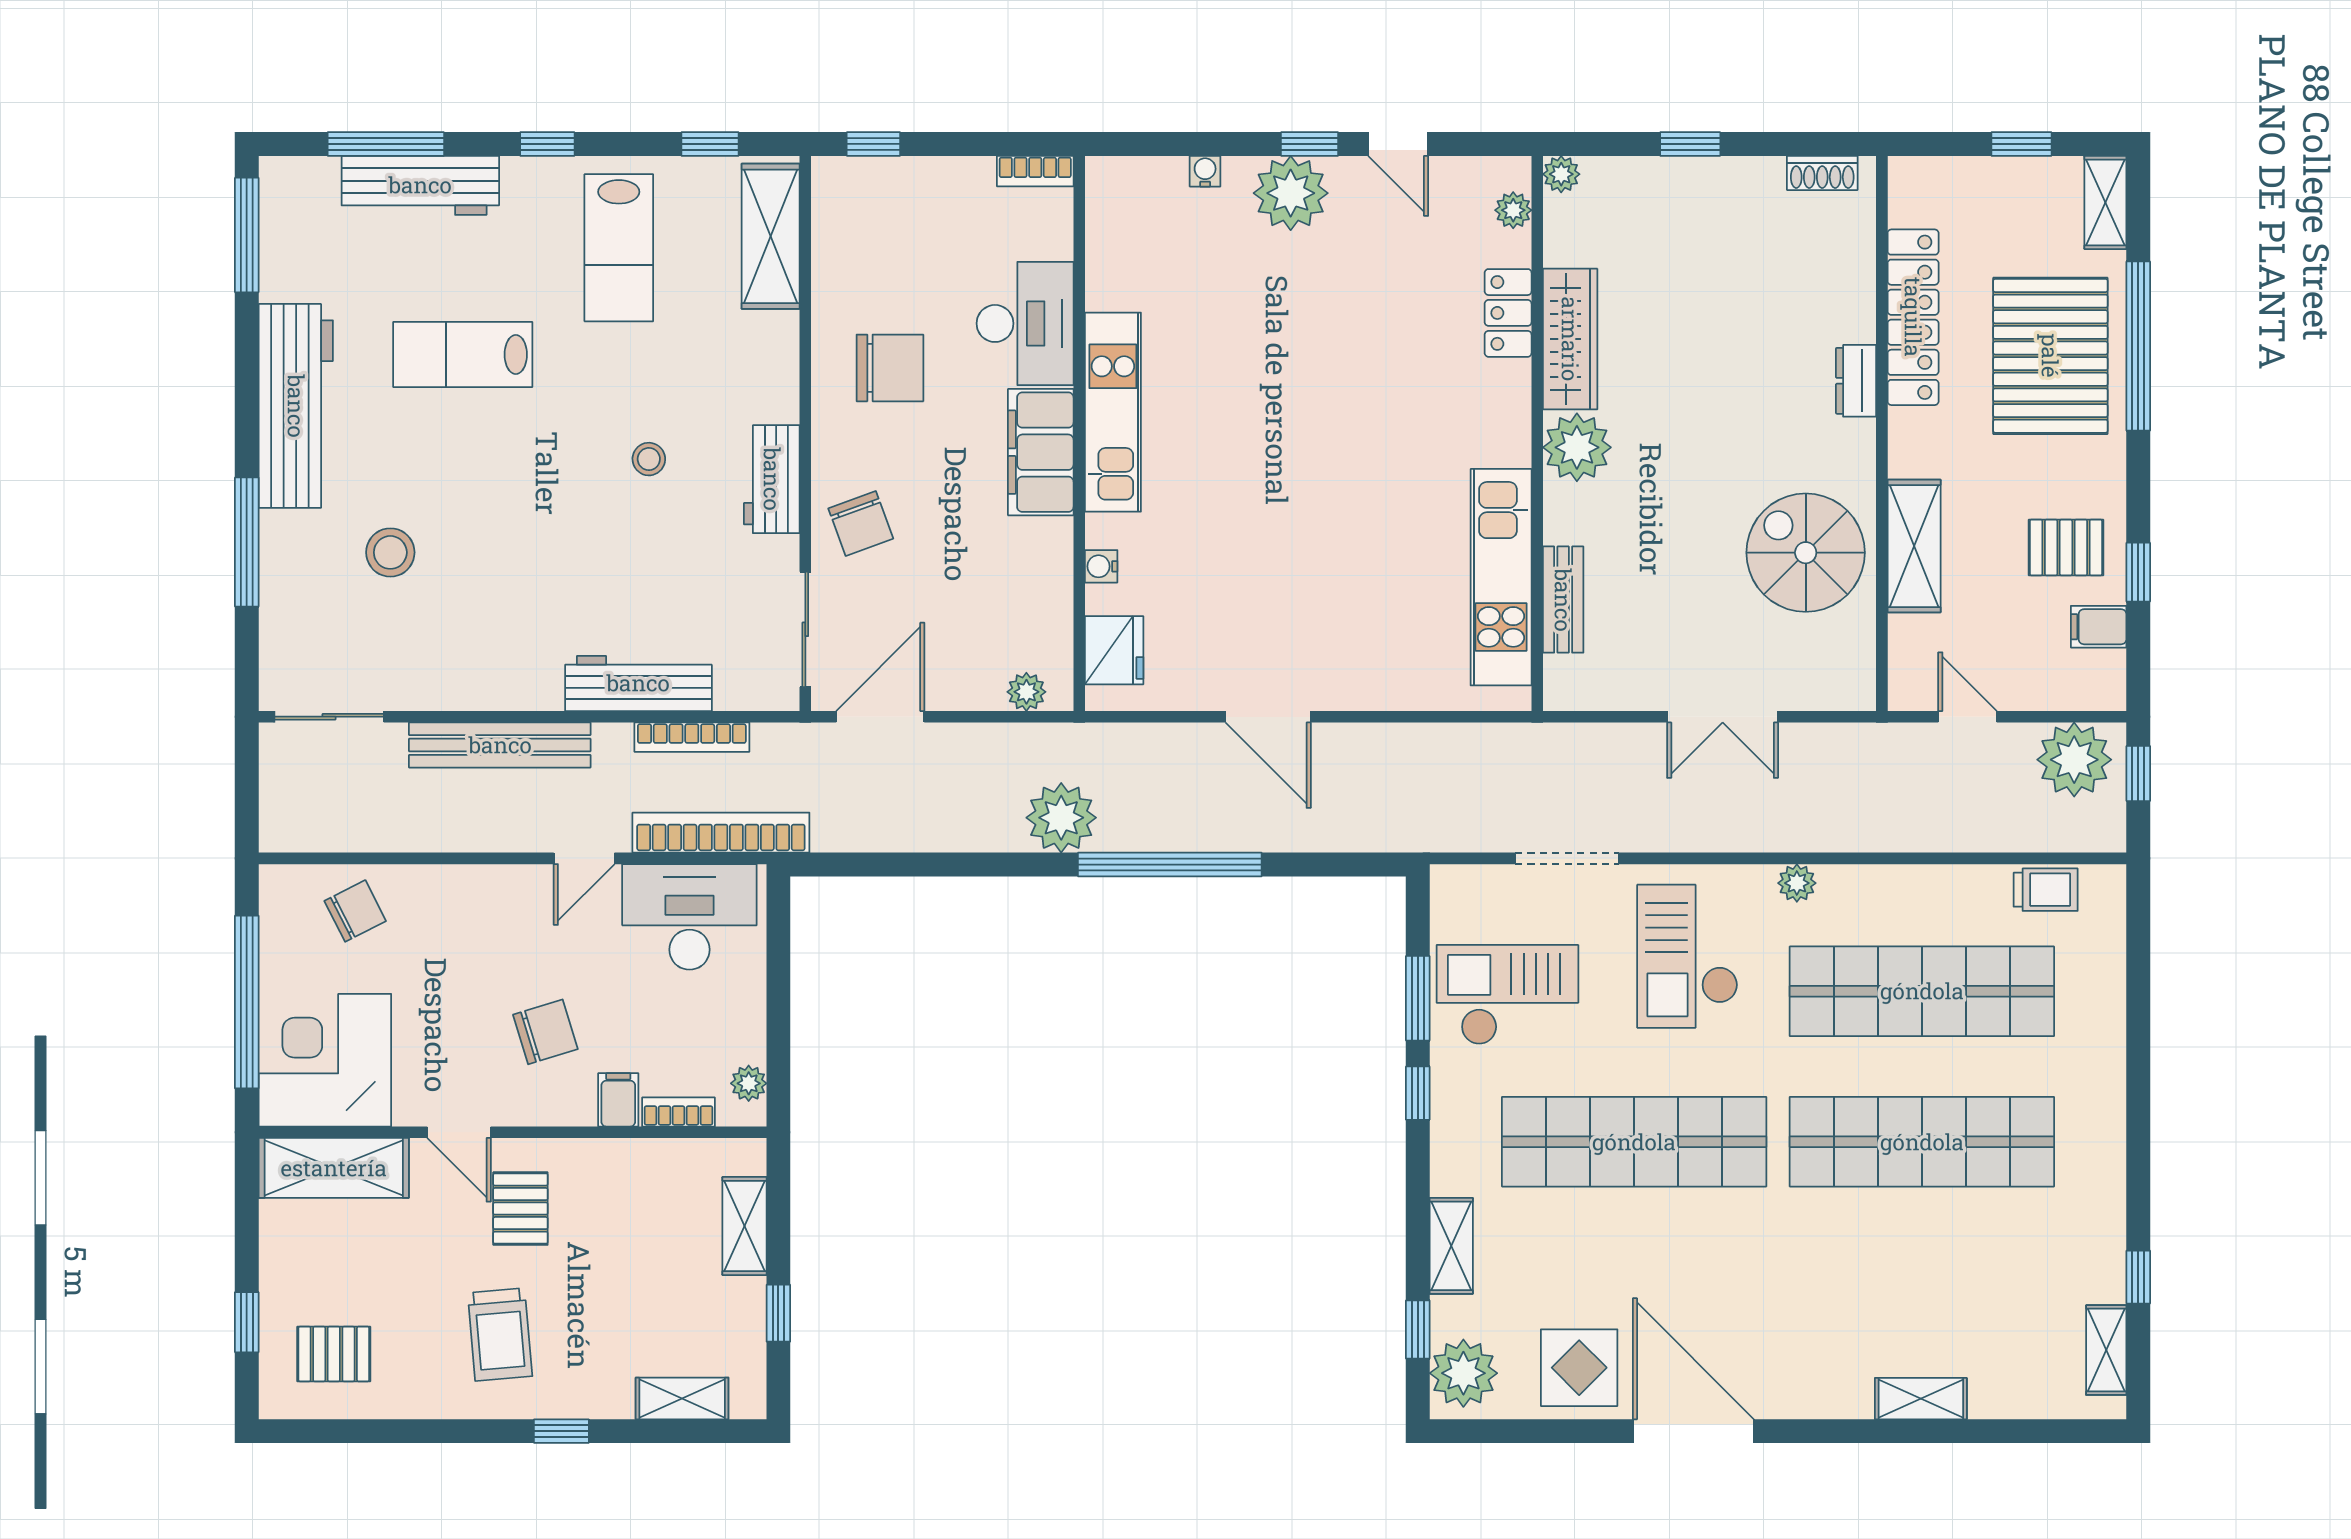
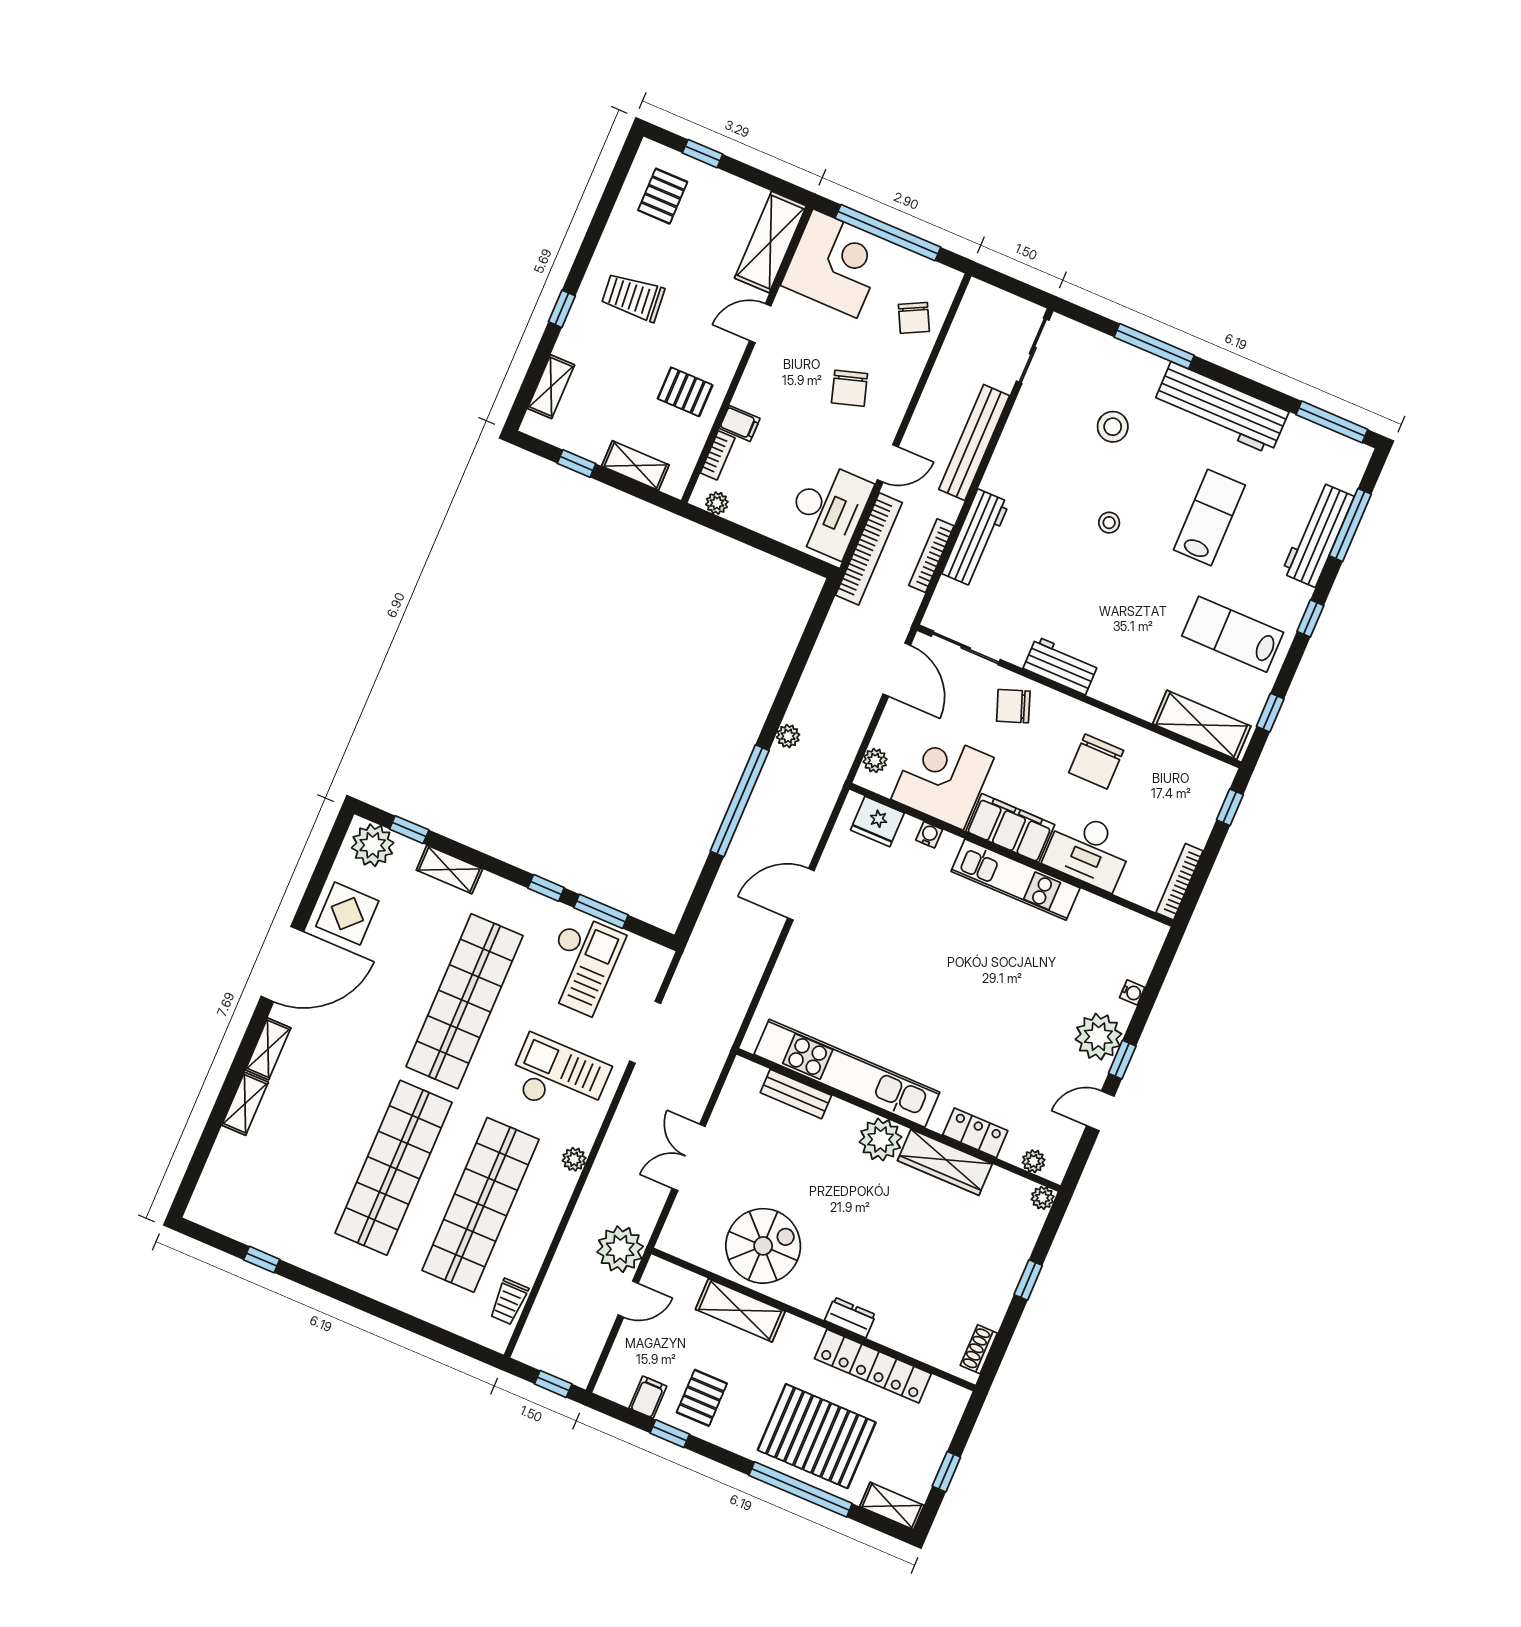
bookcase: (1035, 171) -> (1180, 882), width x1.56
stool: (649, 459) -> (1109, 523), moved
kitchen unit: (1501, 577) -> (847, 1073), width x1.36
corner desk: (1011, 582) -> (942, 778), added
plant: (2074, 760) -> (620, 1249), moved
plant: (1061, 818) -> (788, 736), width x0.53, depth x0.53
door: (584, 858) -> (888, 463), swing flipped
chair: (545, 1032) -> (850, 388), moved
pallet: (520, 1209) -> (685, 392), moved
shelving: (2106, 1350) -> (268, 1049), moved, turned 90

